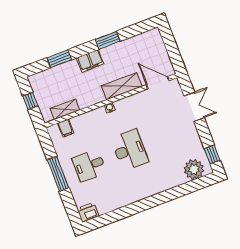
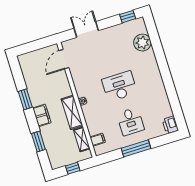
shelving: (122, 86) -> (72, 112), moved
plant: (194, 169) -> (142, 43), moved

